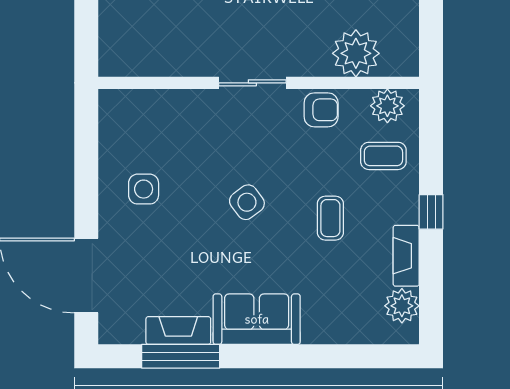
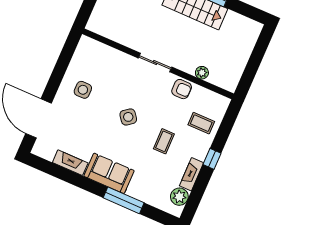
plant: (356, 53) -> (202, 73), width x0.53, depth x0.53
plant: (387, 106) -> (213, 101), removed
window: (181, 356) -> (124, 200), moved

